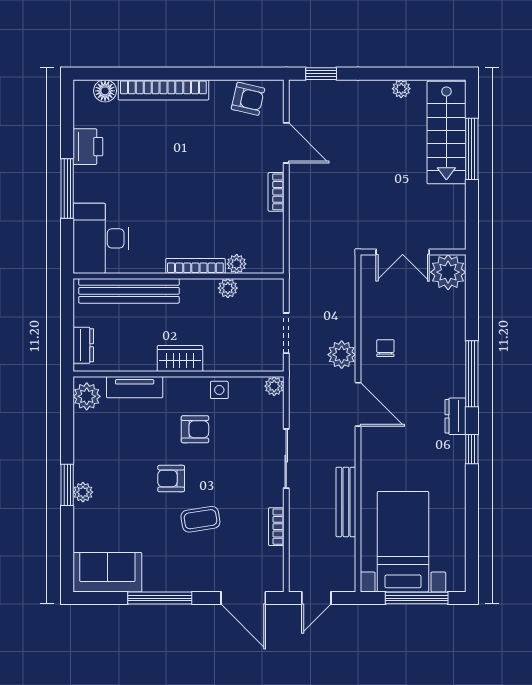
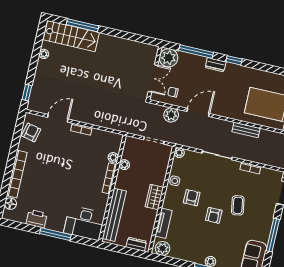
double door: (403, 252) -> (153, 78), moved
wall: (413, 252) -> (154, 73), moved
plant: (448, 272) -> (169, 58), moved
bench: (346, 502) -> (246, 130), width x0.73

